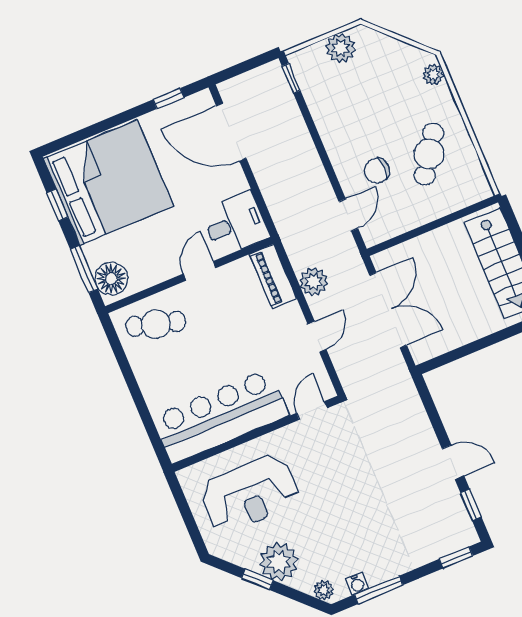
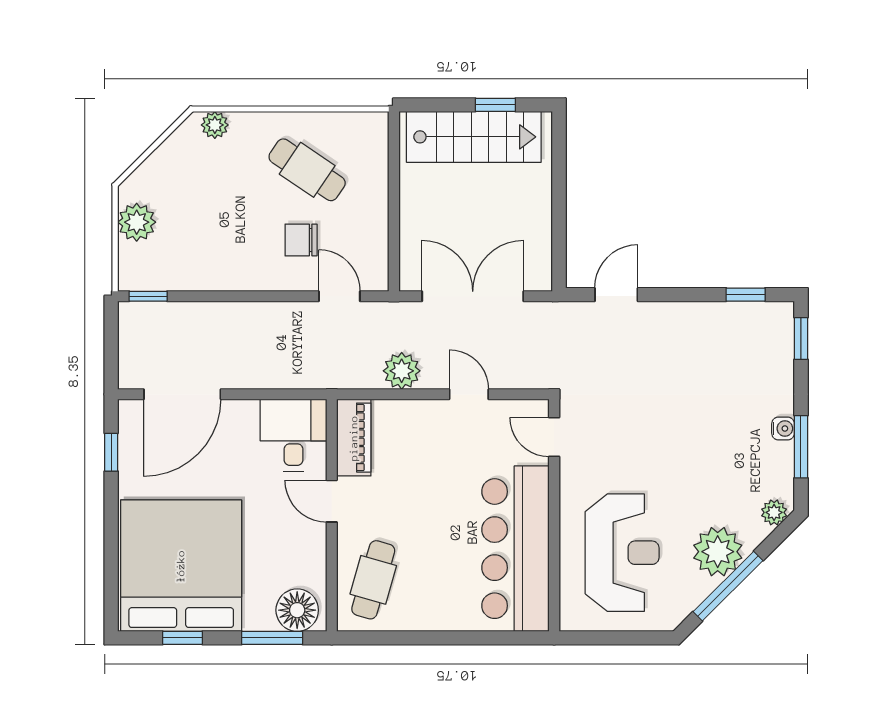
chair: (377, 171) -> (301, 240), turned 90
piano: (273, 276) -> (354, 438), moved, turned -90
door: (453, 462) -> (616, 295), moved
window: (257, 579) -> (728, 586), width x2.17
water cooler: (357, 584) -> (783, 429), moved

